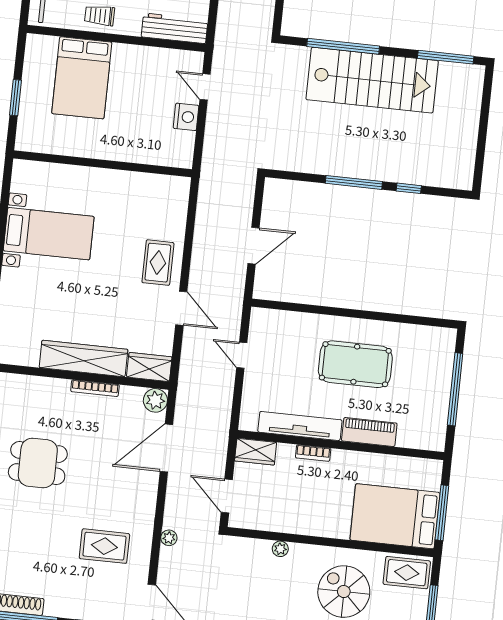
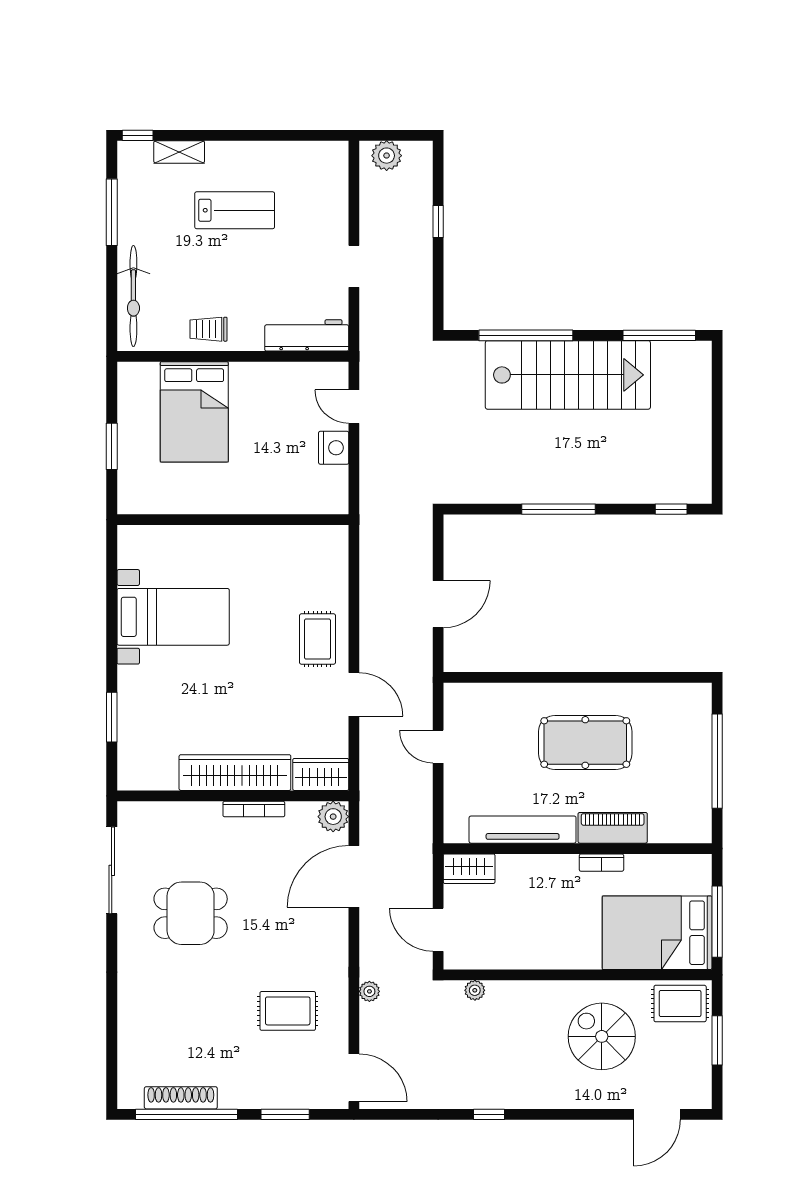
window: (409, 188) -> (671, 509), moved
bookcase: (313, 453) -> (601, 863), moved
plant: (280, 549) -> (475, 990), moved

